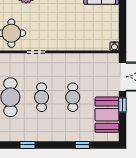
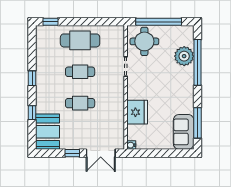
fridge: (82, 40) -> (137, 112), added
booth: (107, 115) -> (48, 132), moved, turned 90
window: (27, 145) -> (32, 78), moved

